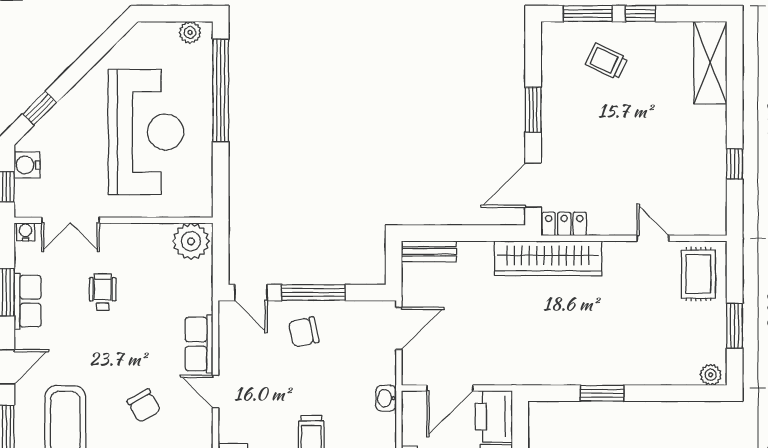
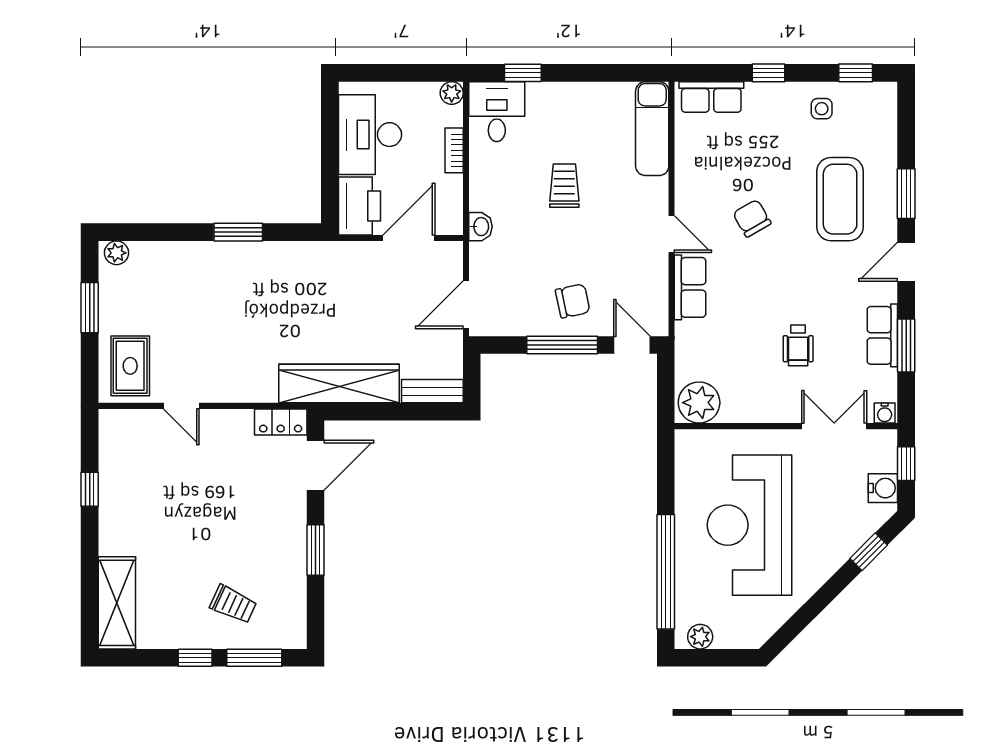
wardrobe: (548, 258) -> (339, 383), moved

